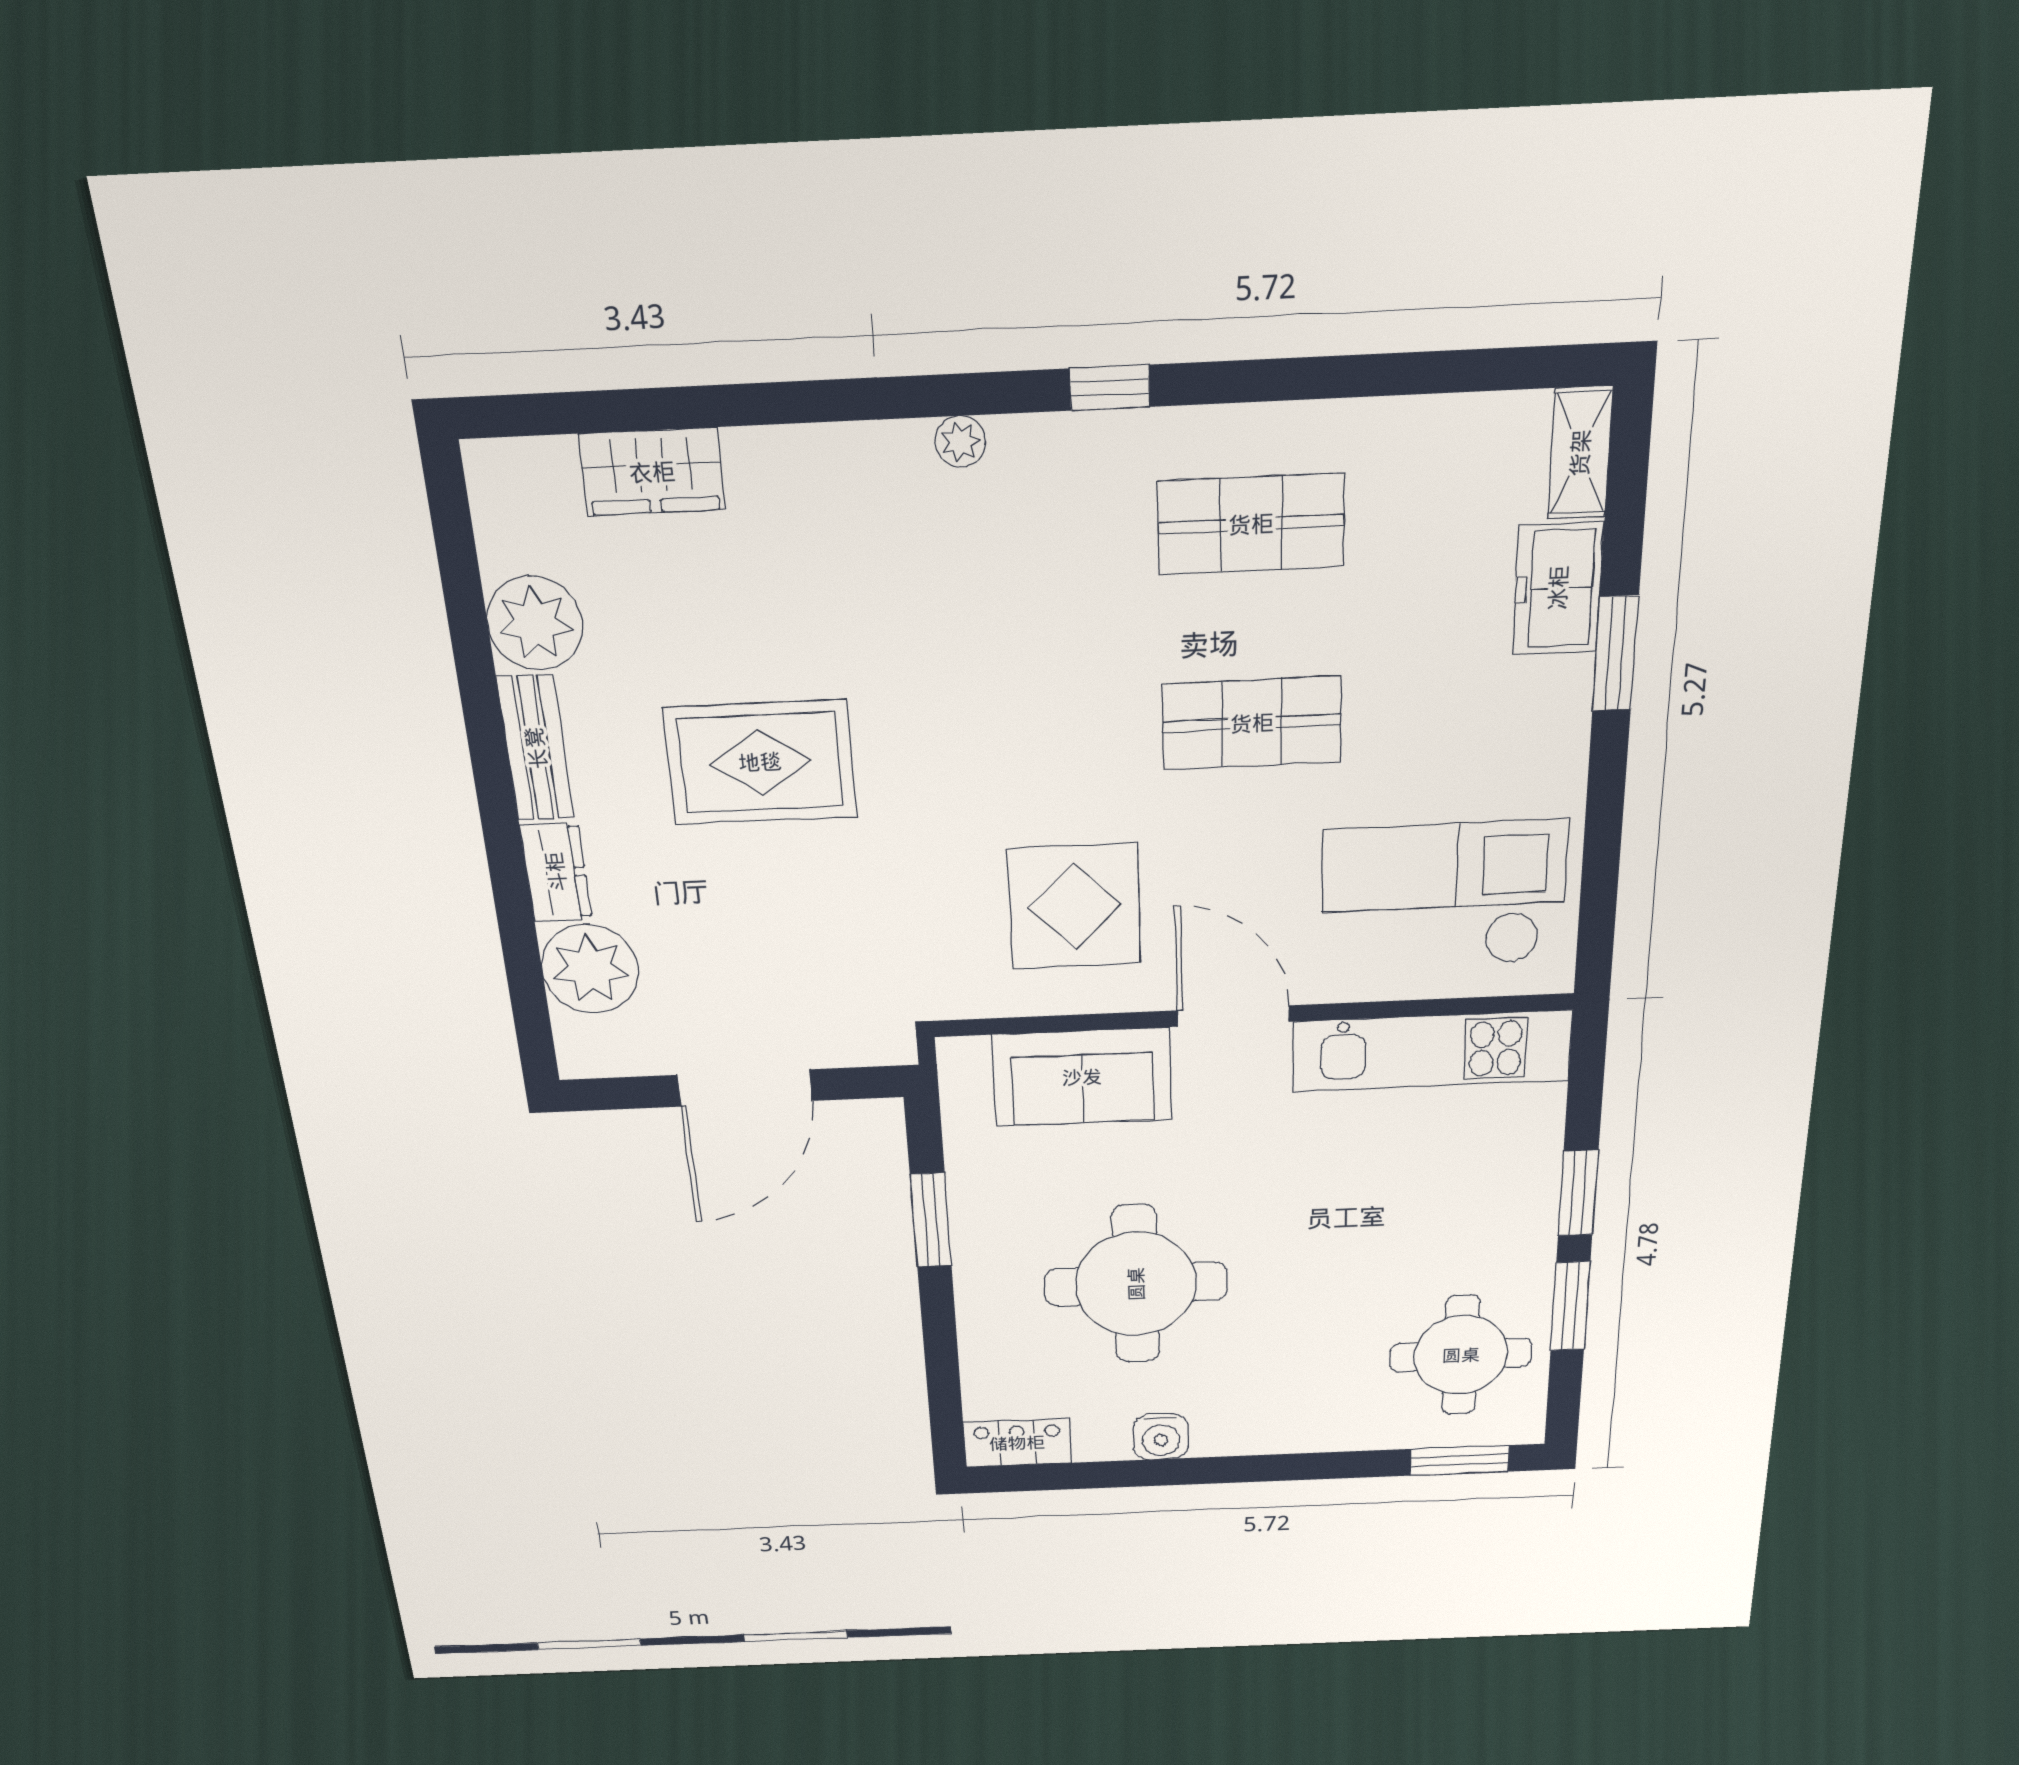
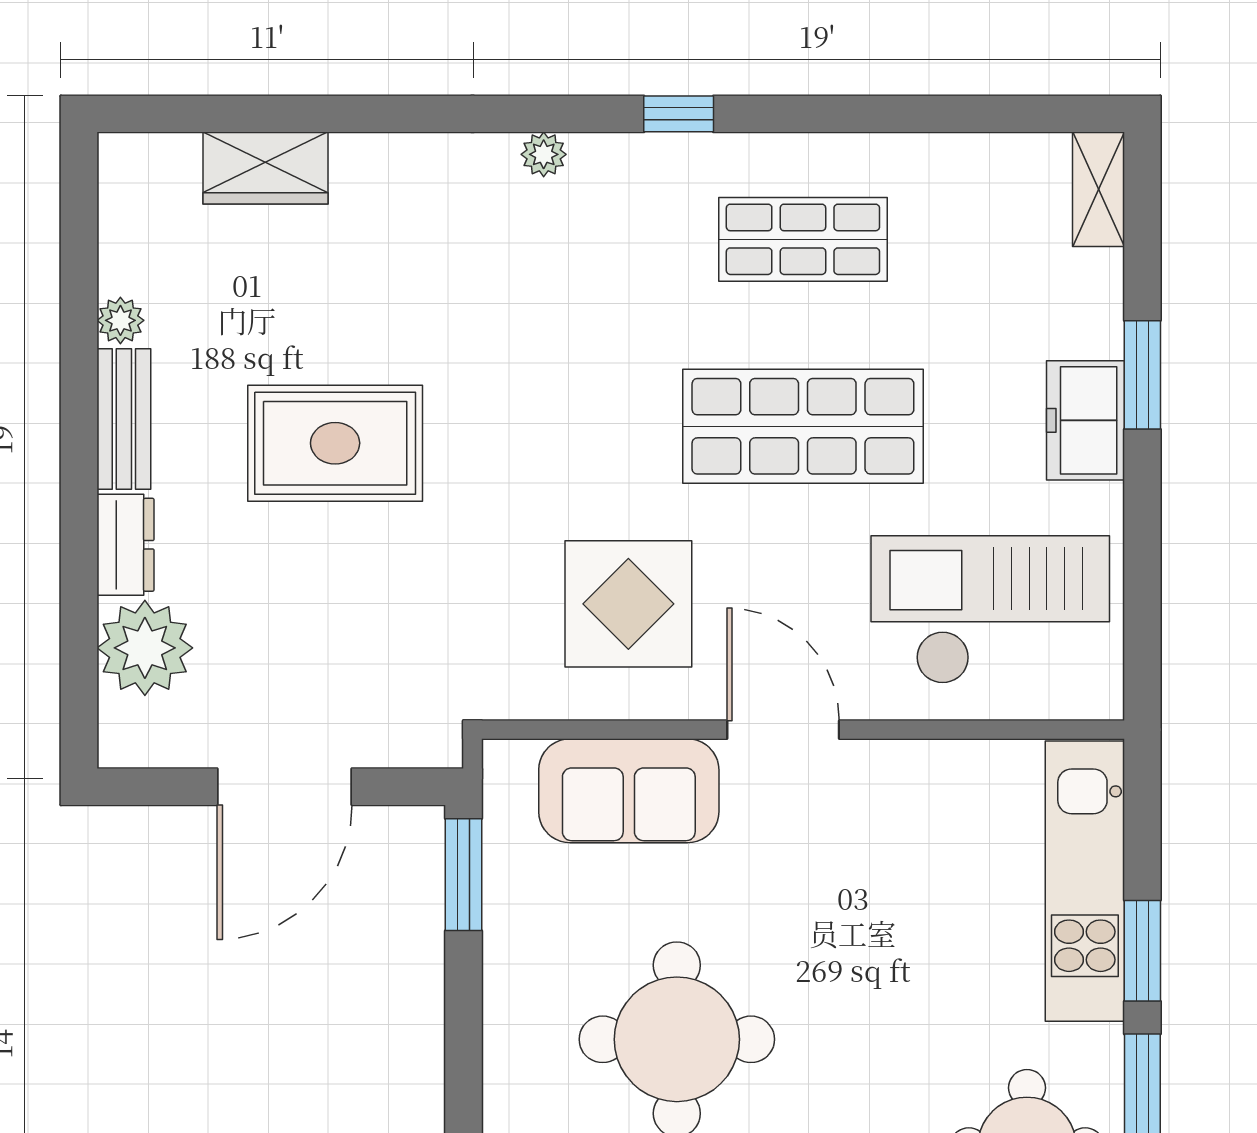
freezer: (1558, 588) -> (1086, 420), moved
plant: (535, 623) -> (120, 320), width x0.53, depth x0.53
shop shelf: (1252, 723) -> (803, 426), width x1.43, depth x1.36
kitchen unit: (1432, 1051) -> (1085, 881), moved, turned 90
window: (931, 1220) -> (463, 875), moved

